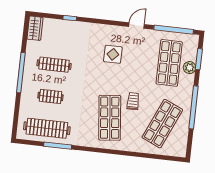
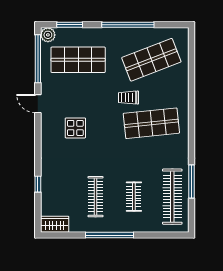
plant: (190, 68) -> (48, 35), moved
shop shelf: (162, 124) -> (151, 60), turned -45

